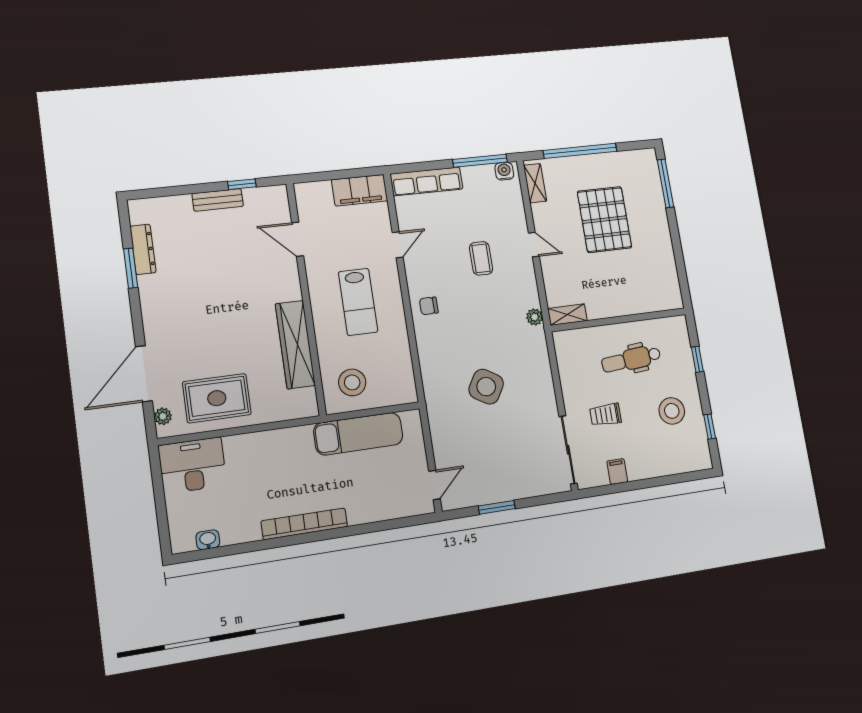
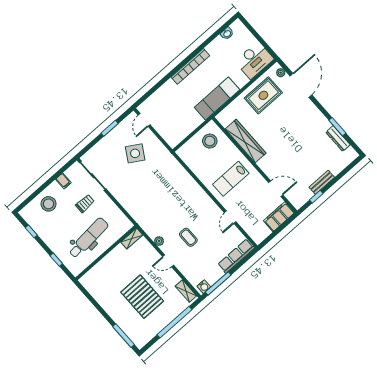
filing cabinet: (360, 190) -> (279, 217), moved
lab bench: (358, 302) -> (231, 179), turned -90
chair: (429, 306) -> (198, 199), removed
plant: (535, 317) -> (159, 241), moved
dental chair: (631, 359) -> (88, 238), width x1.36, depth x1.38
side table: (486, 387) -> (135, 153), moved
stool: (672, 411) -> (49, 204), moved
exam couch: (358, 434) -> (217, 99), moved

